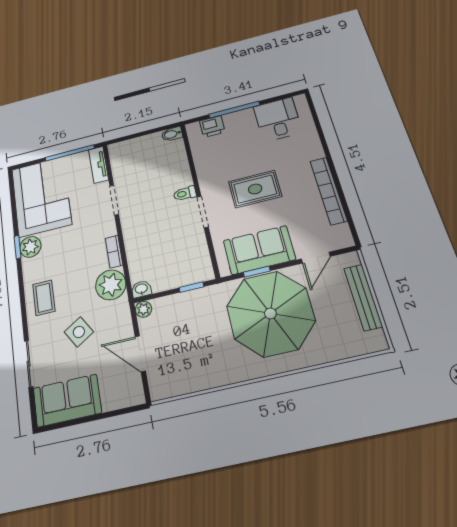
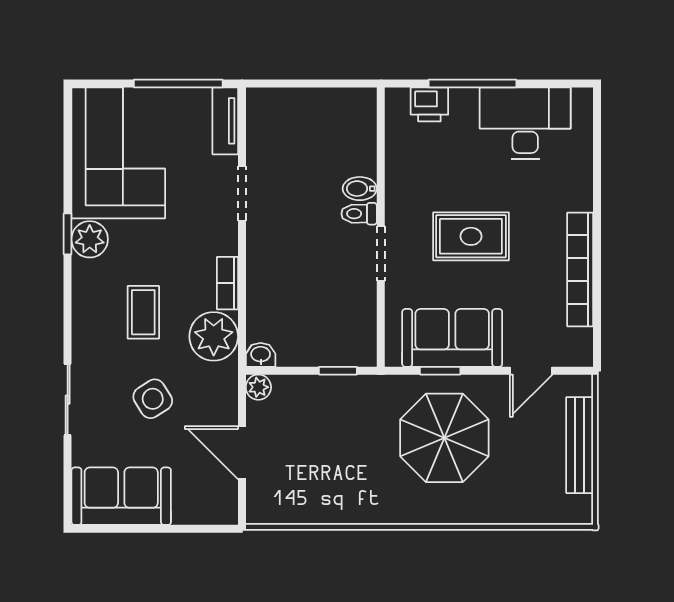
desk: (278, 119) -> (525, 123), width x1.37
bidet: (172, 134) -> (360, 189), moved
coffee table: (44, 298) -> (143, 312), moved
parasol: (270, 313) -> (444, 438), width x0.73, depth x0.73
sliding door: (29, 364) -> (68, 400), moved

